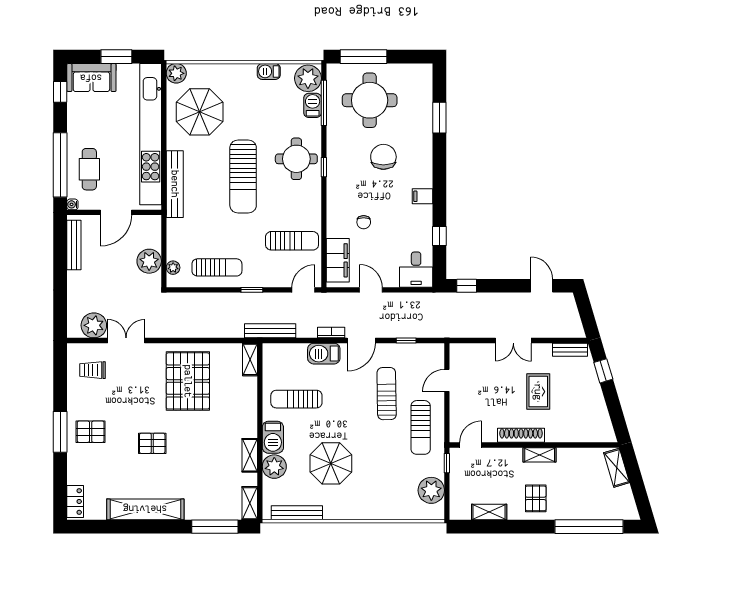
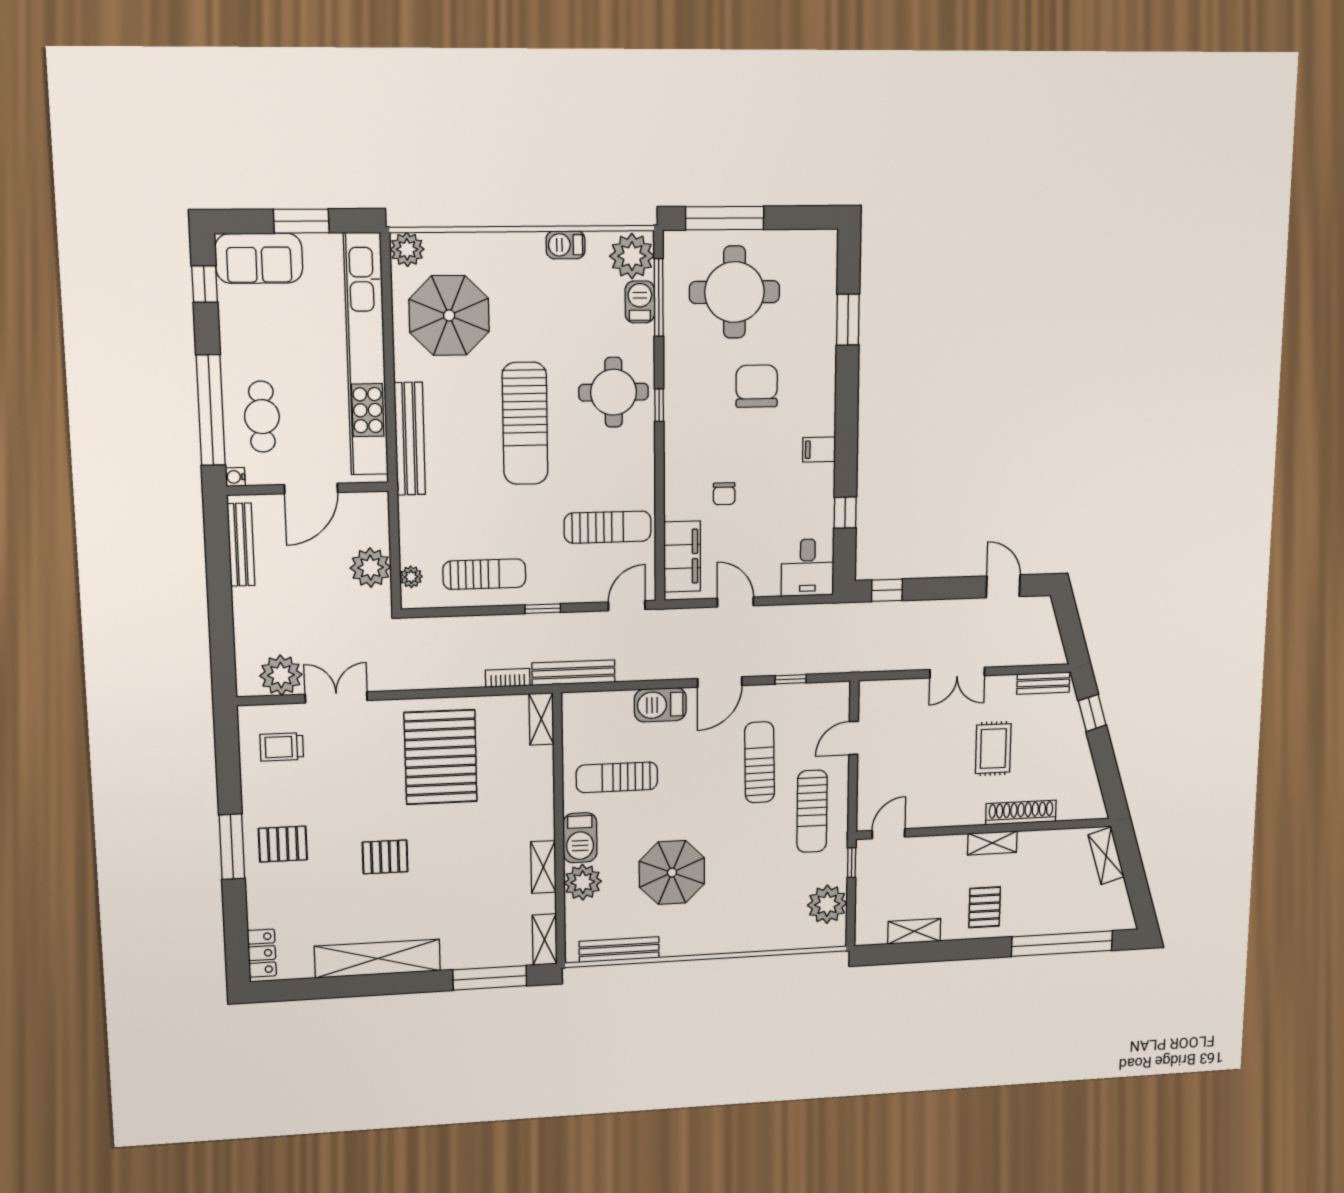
bookcase: (331, 333) -> (508, 678), moved
shoe rack: (521, 435) -> (1021, 813), moved

